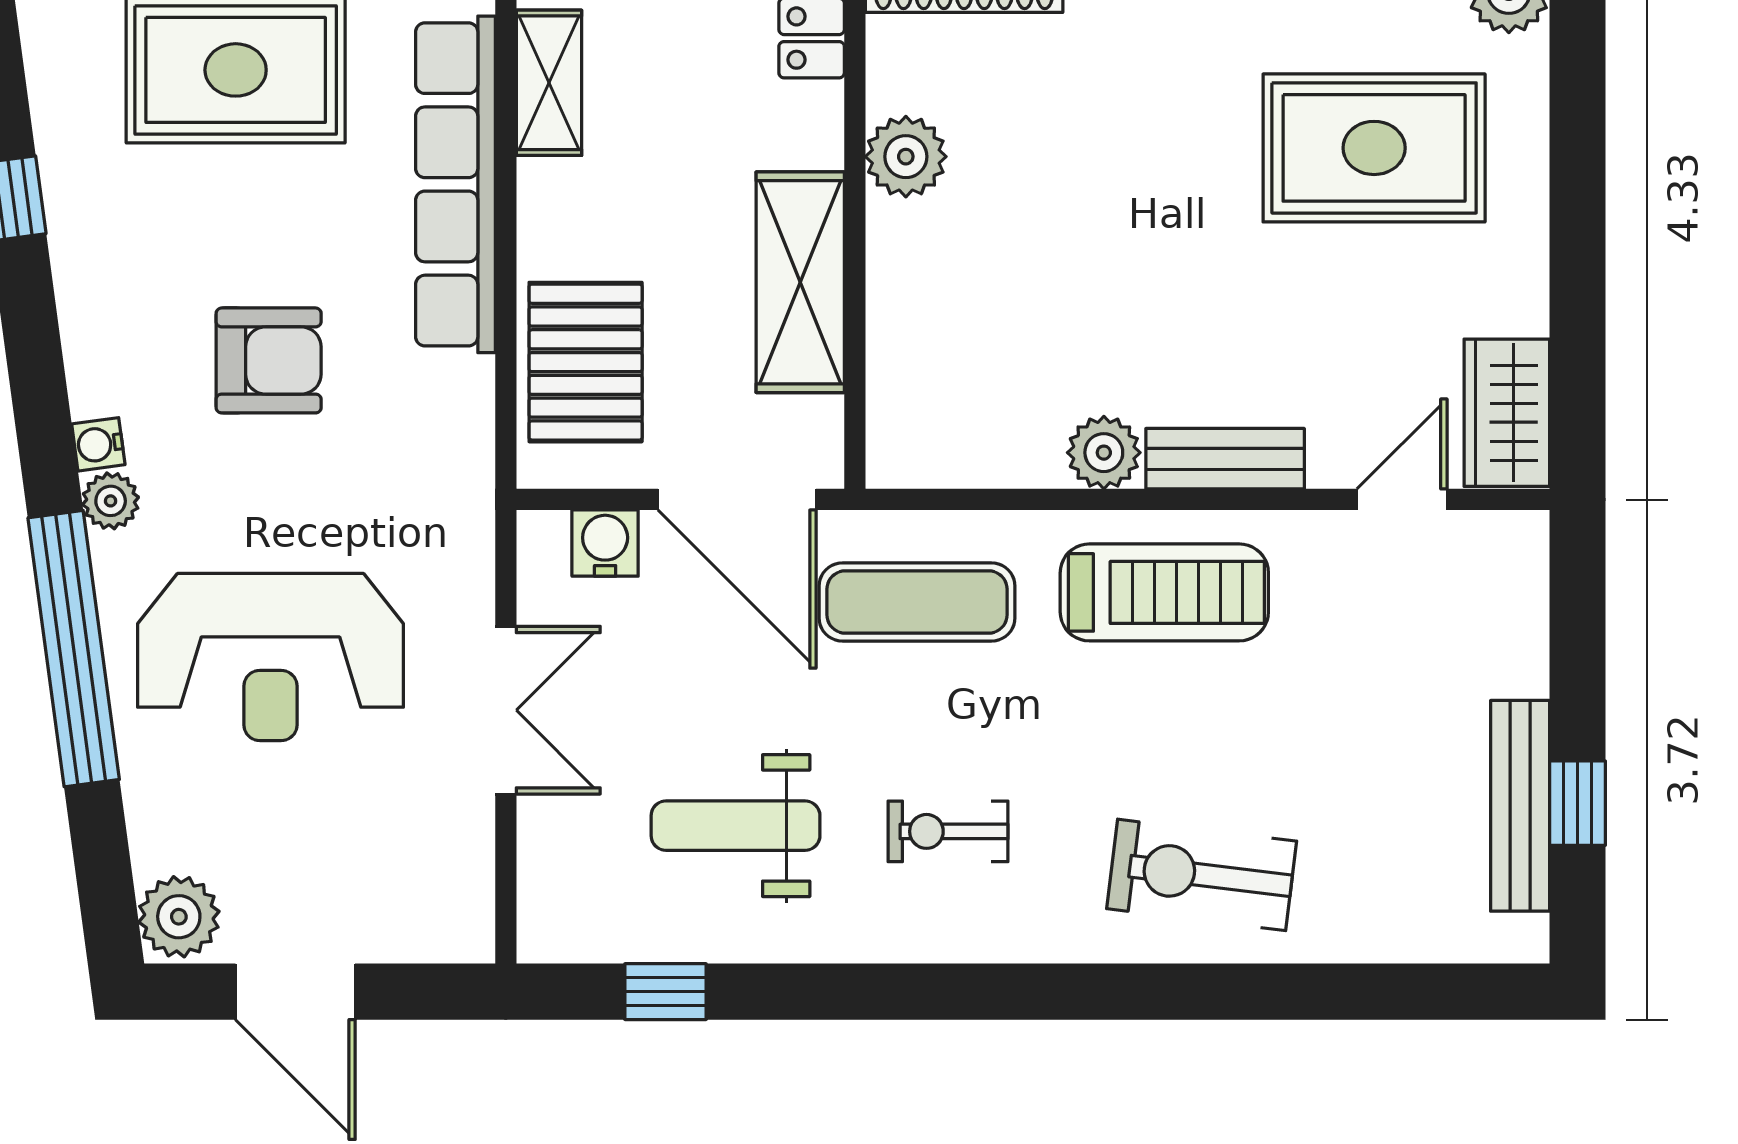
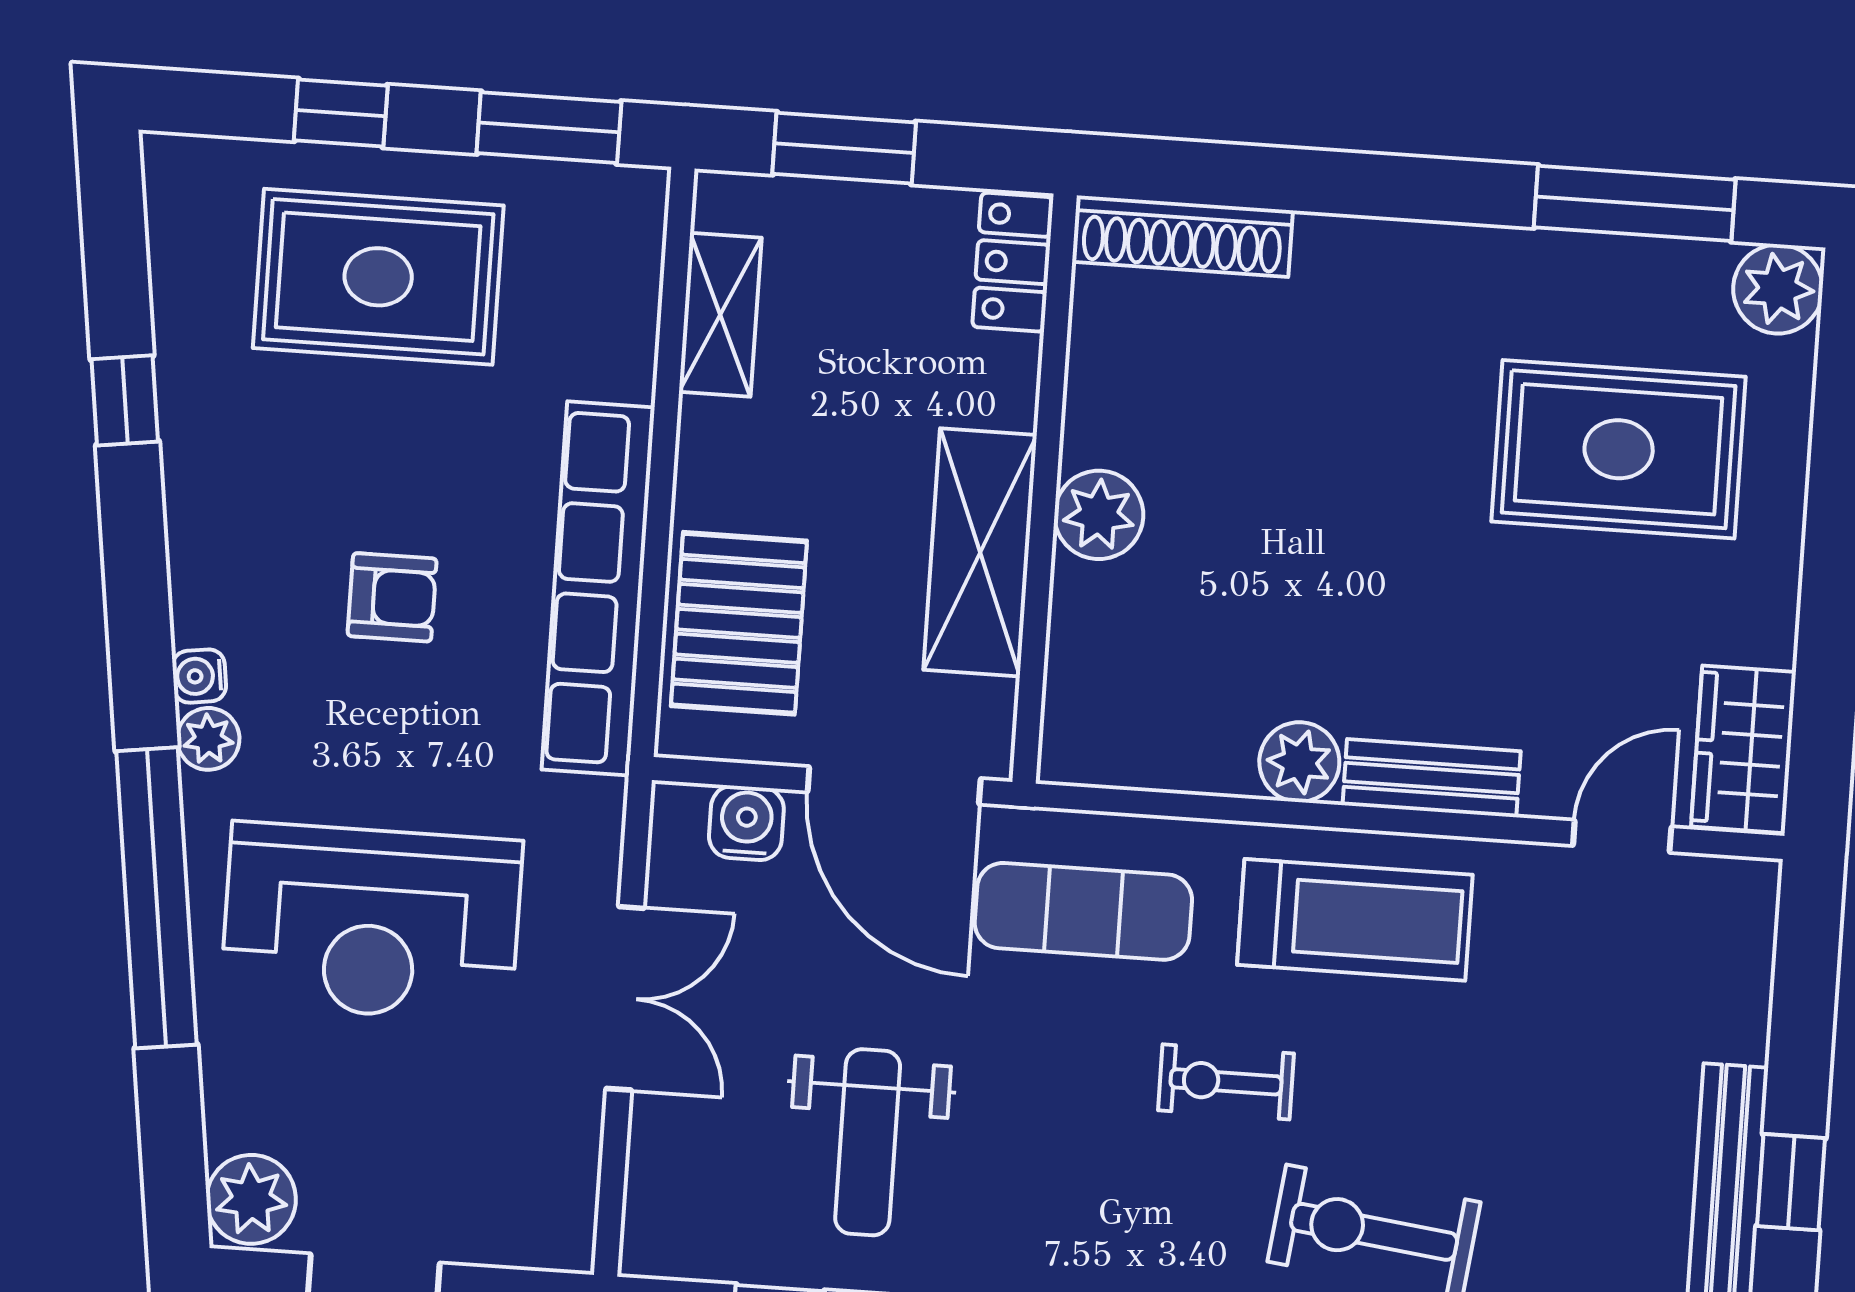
plant: (906, 157) -> (1099, 515), moved
row of seats: (455, 184) -> (598, 588), moved
armchair: (269, 360) -> (392, 597), width x0.72, depth x0.72
weight bench: (736, 826) -> (868, 1142), turned -90
exercise bike: (948, 831) -> (1226, 1082), moved

